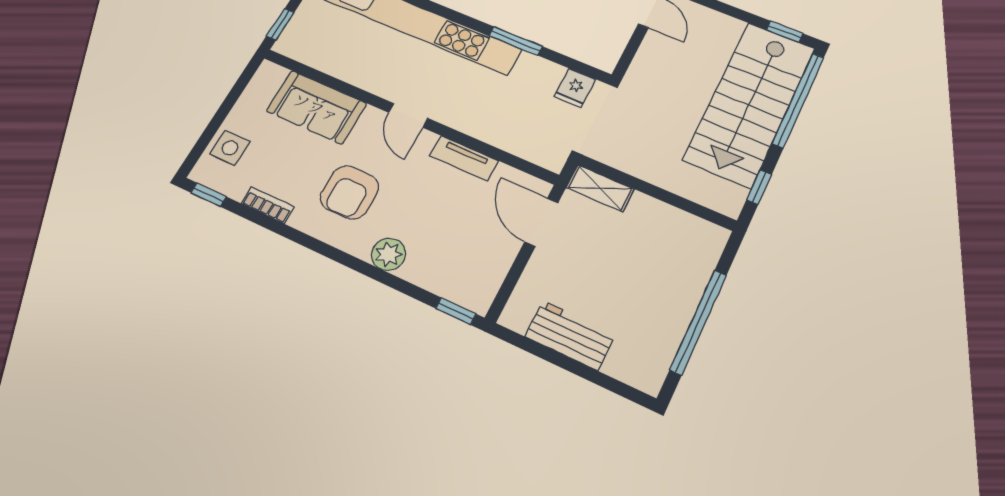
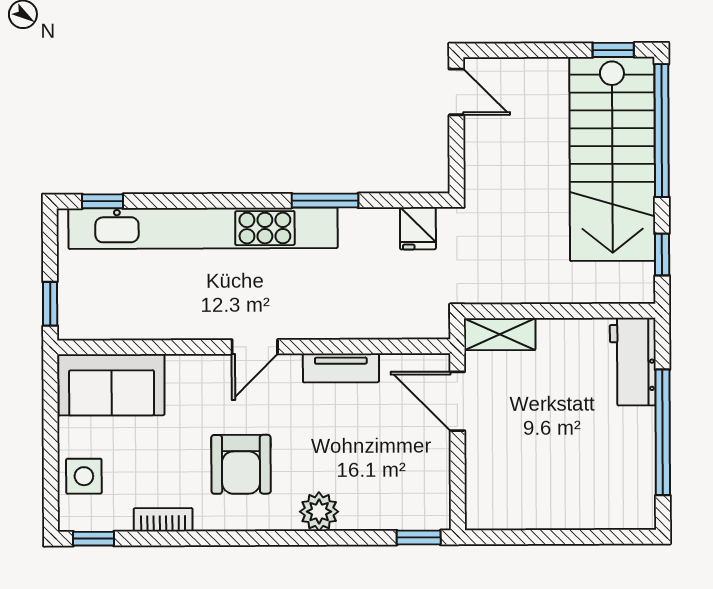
sofa: (316, 107) -> (111, 385), moved
door: (408, 115) -> (255, 347), hinge flipped
workbench: (570, 336) -> (633, 362), moved, turned -90

